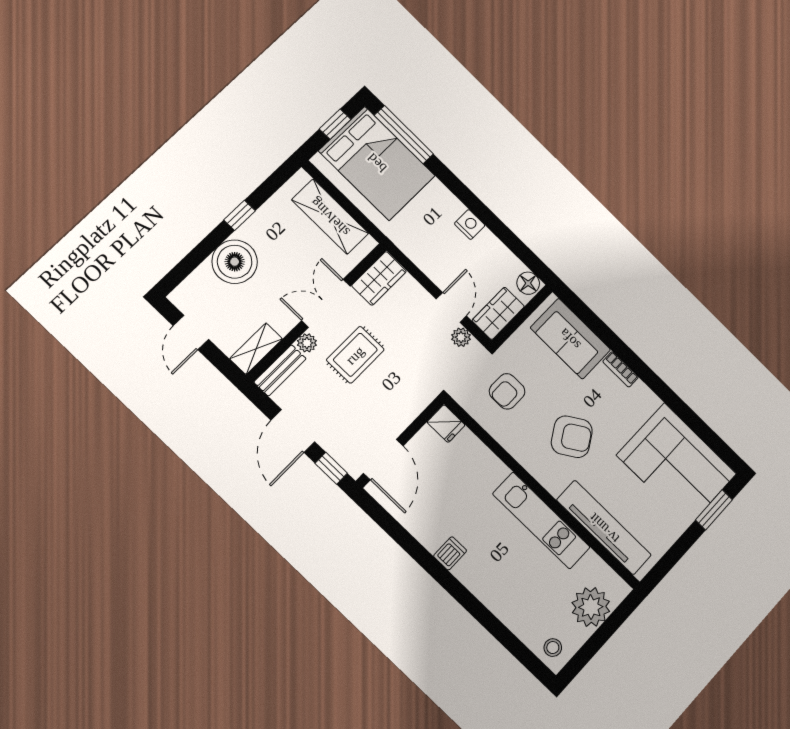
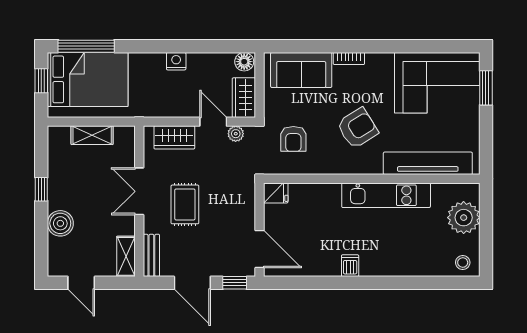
shelving: (330, 217) -> (92, 135), width x0.67, depth x0.75
boiler: (235, 262) -> (60, 223), width x0.73, depth x0.73
wardrobe: (379, 278) -> (174, 137), moved, turned 90
plant: (307, 343) -> (151, 225), removed

